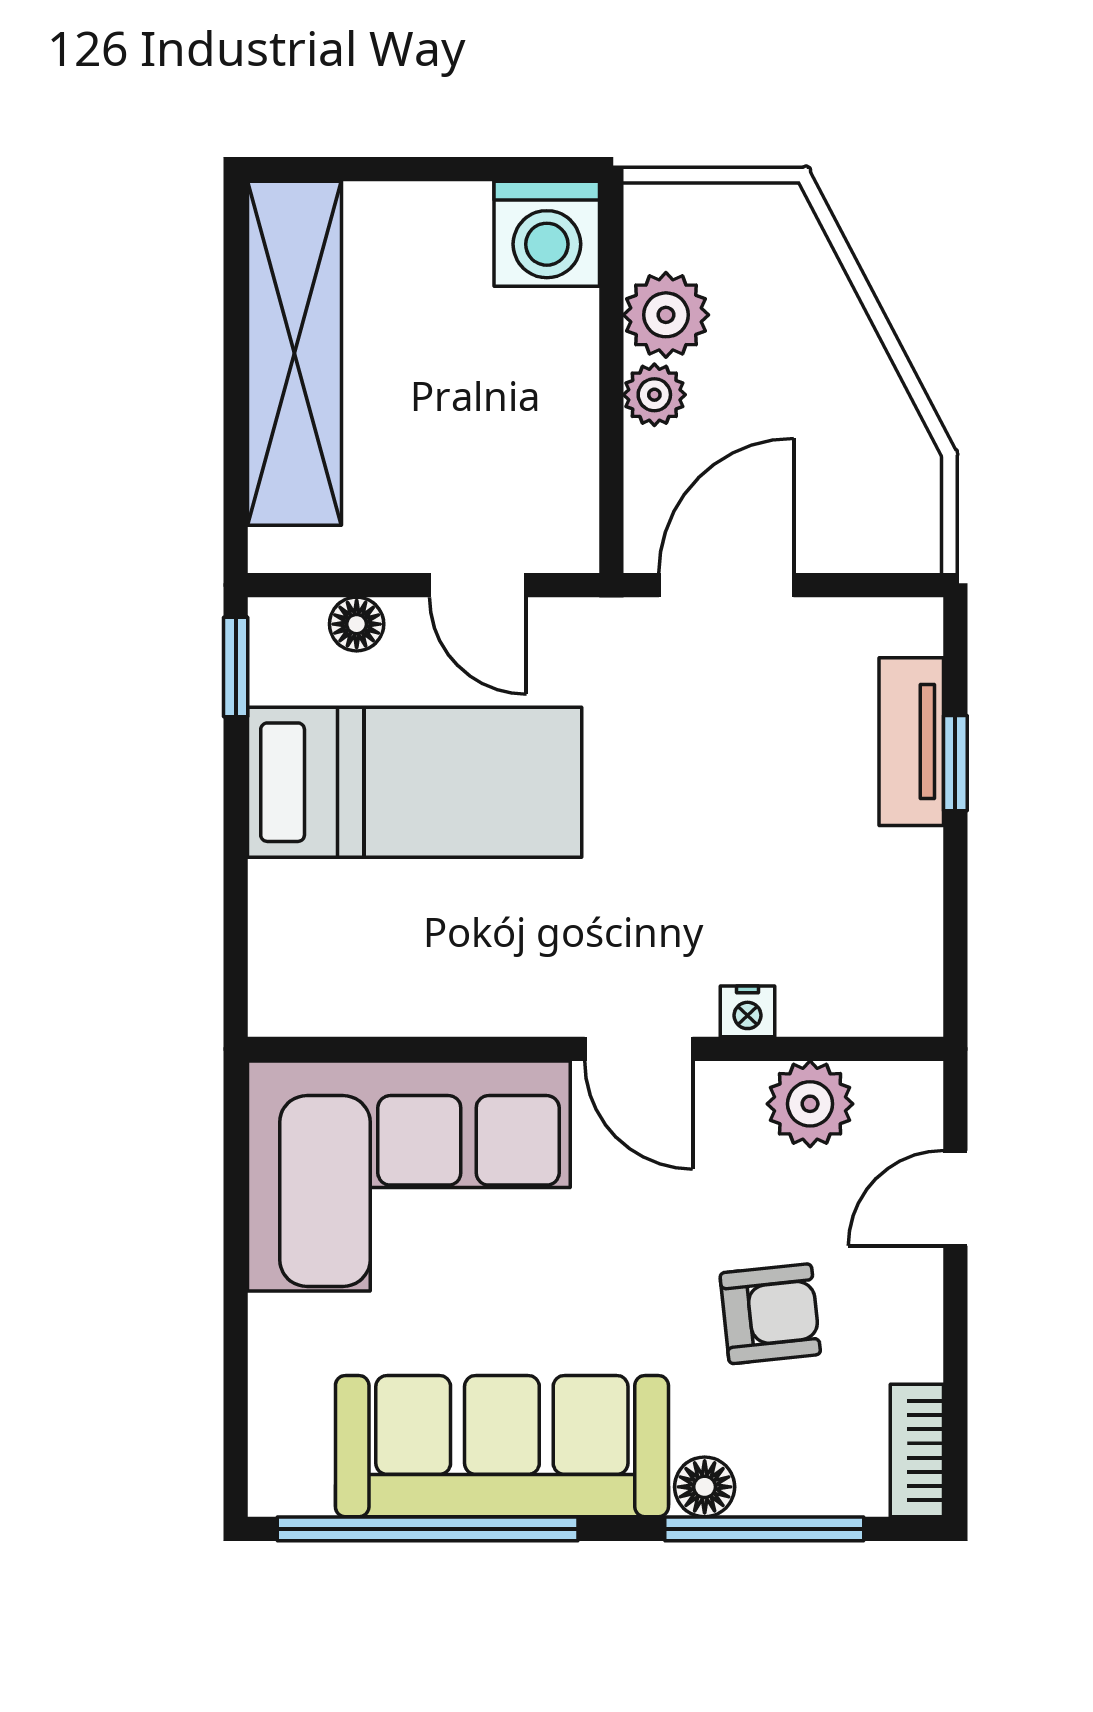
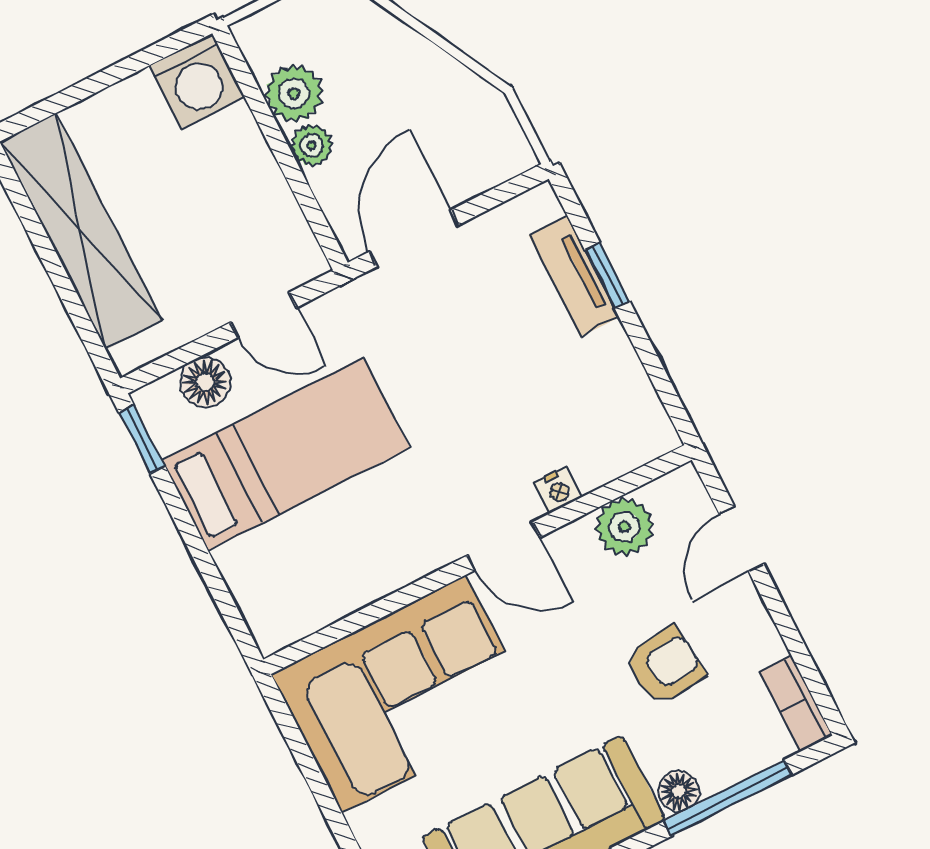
floor lamp: (357, 624) -> (205, 382), width x1.37, depth x1.37

